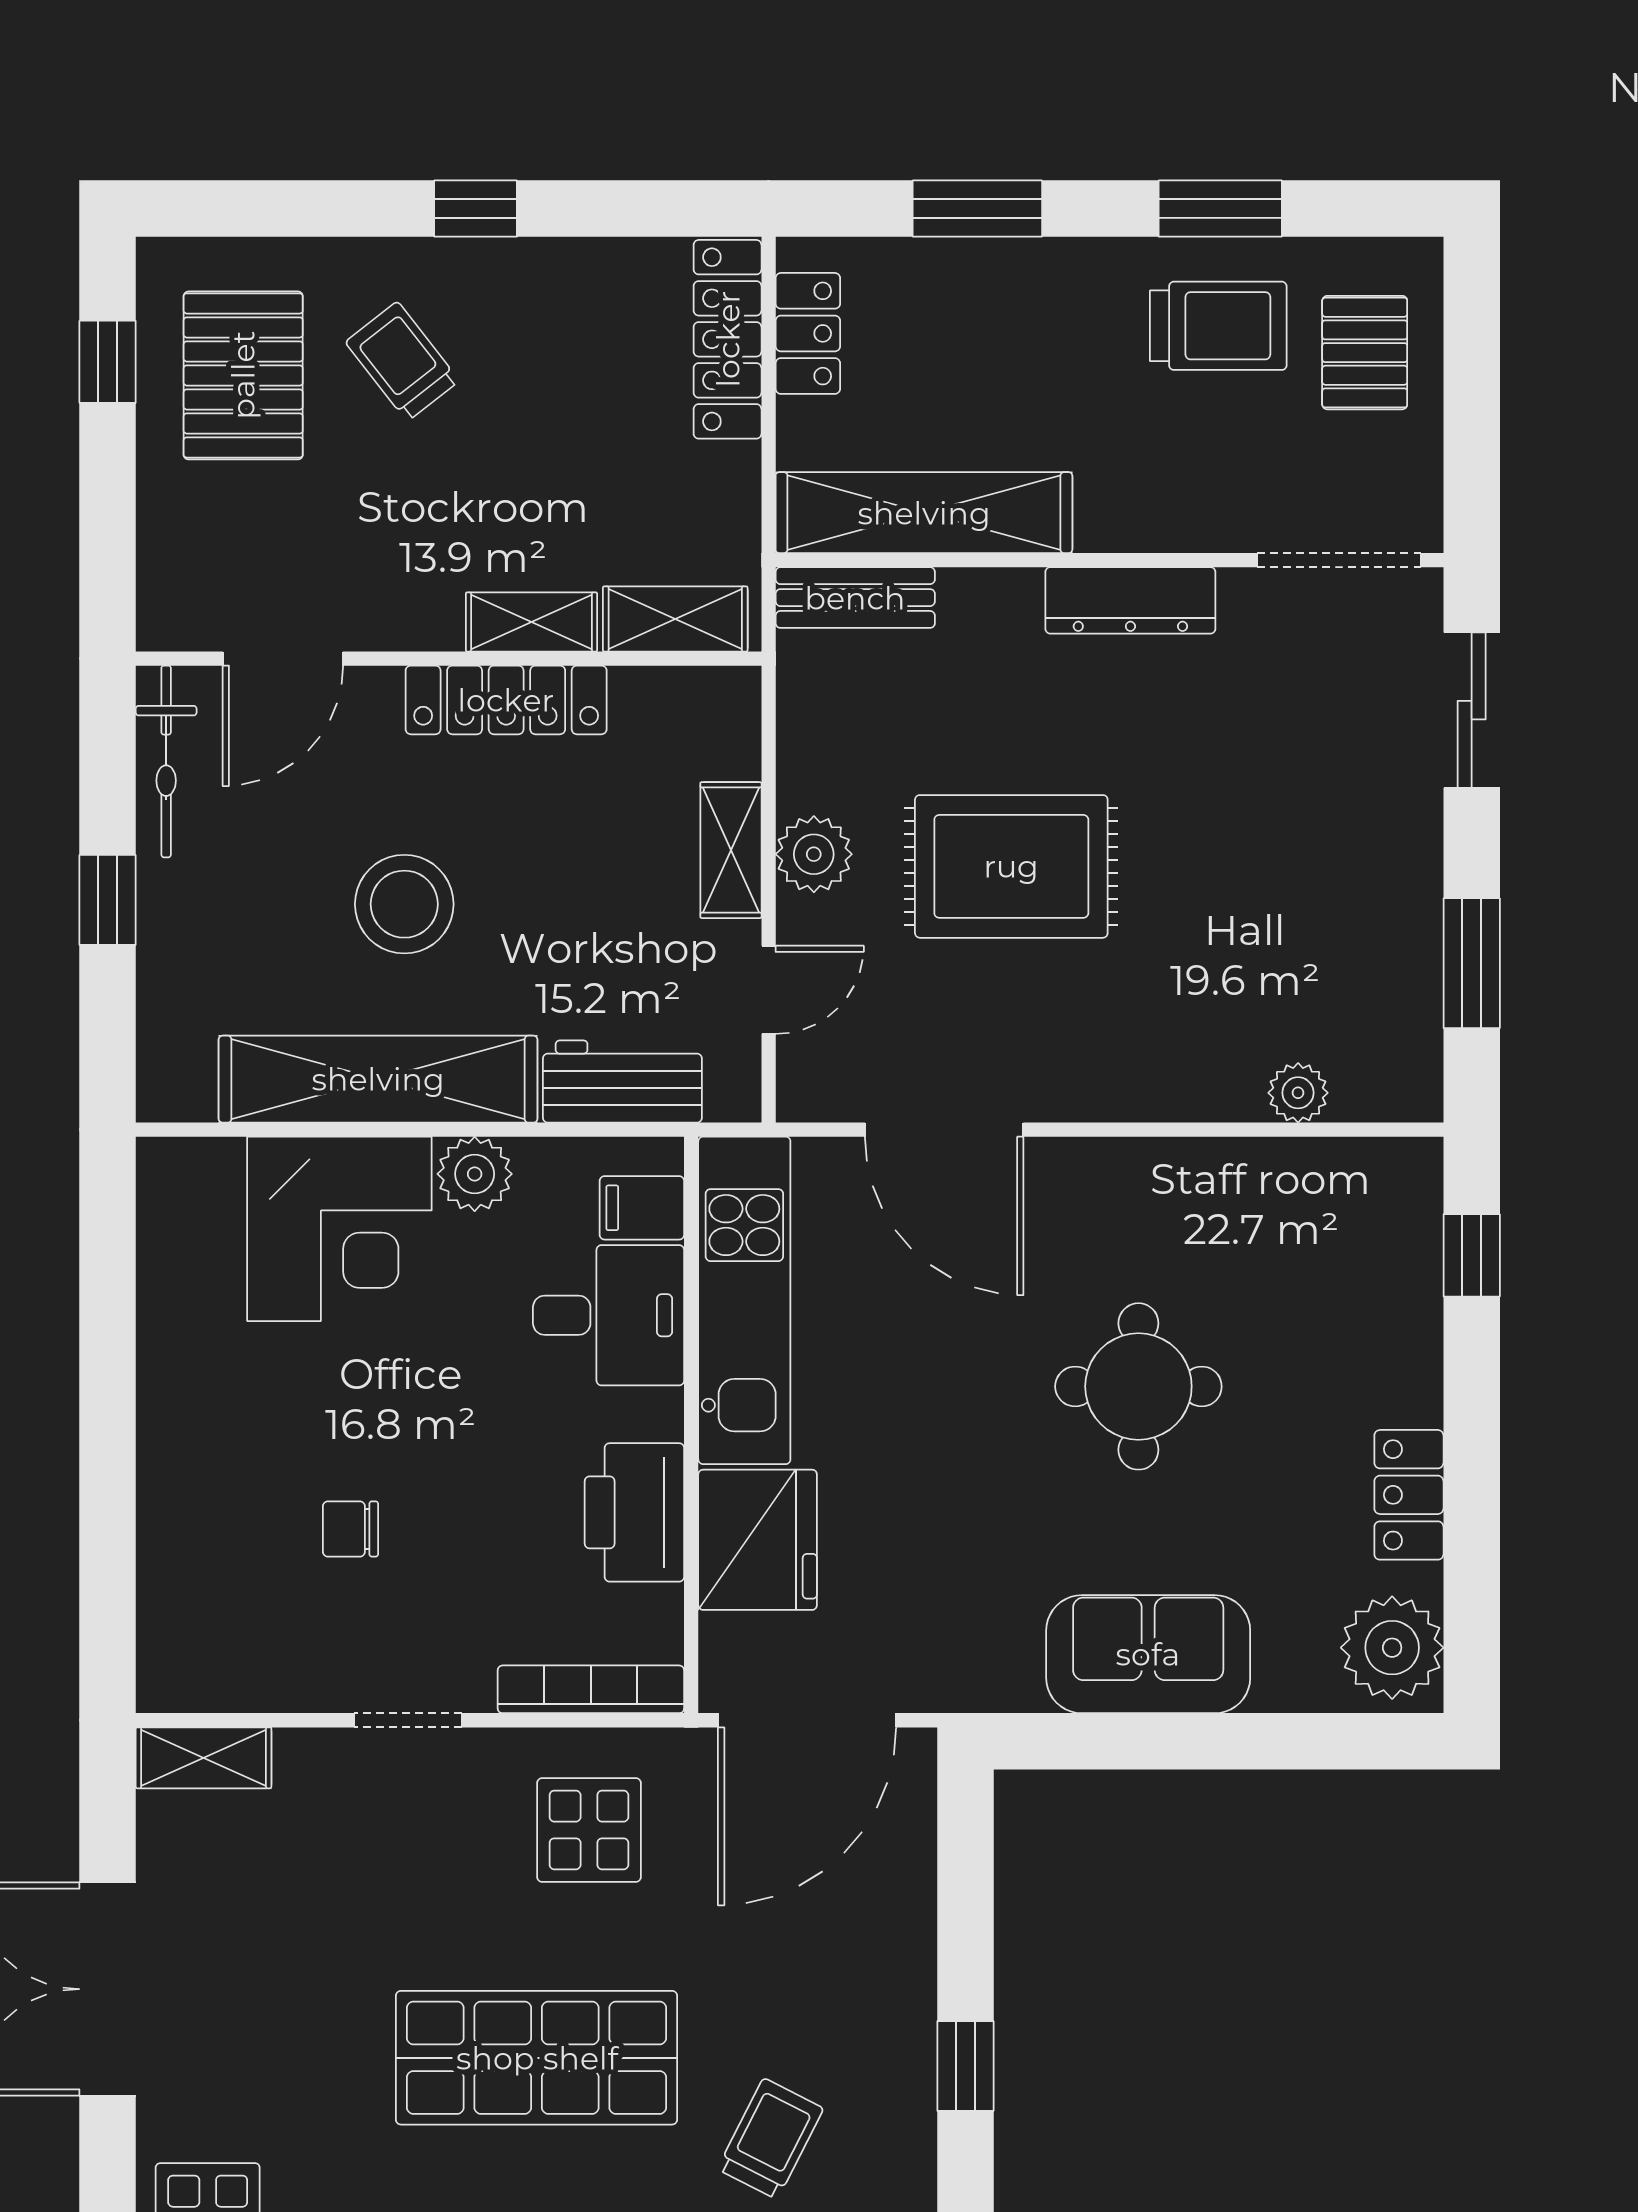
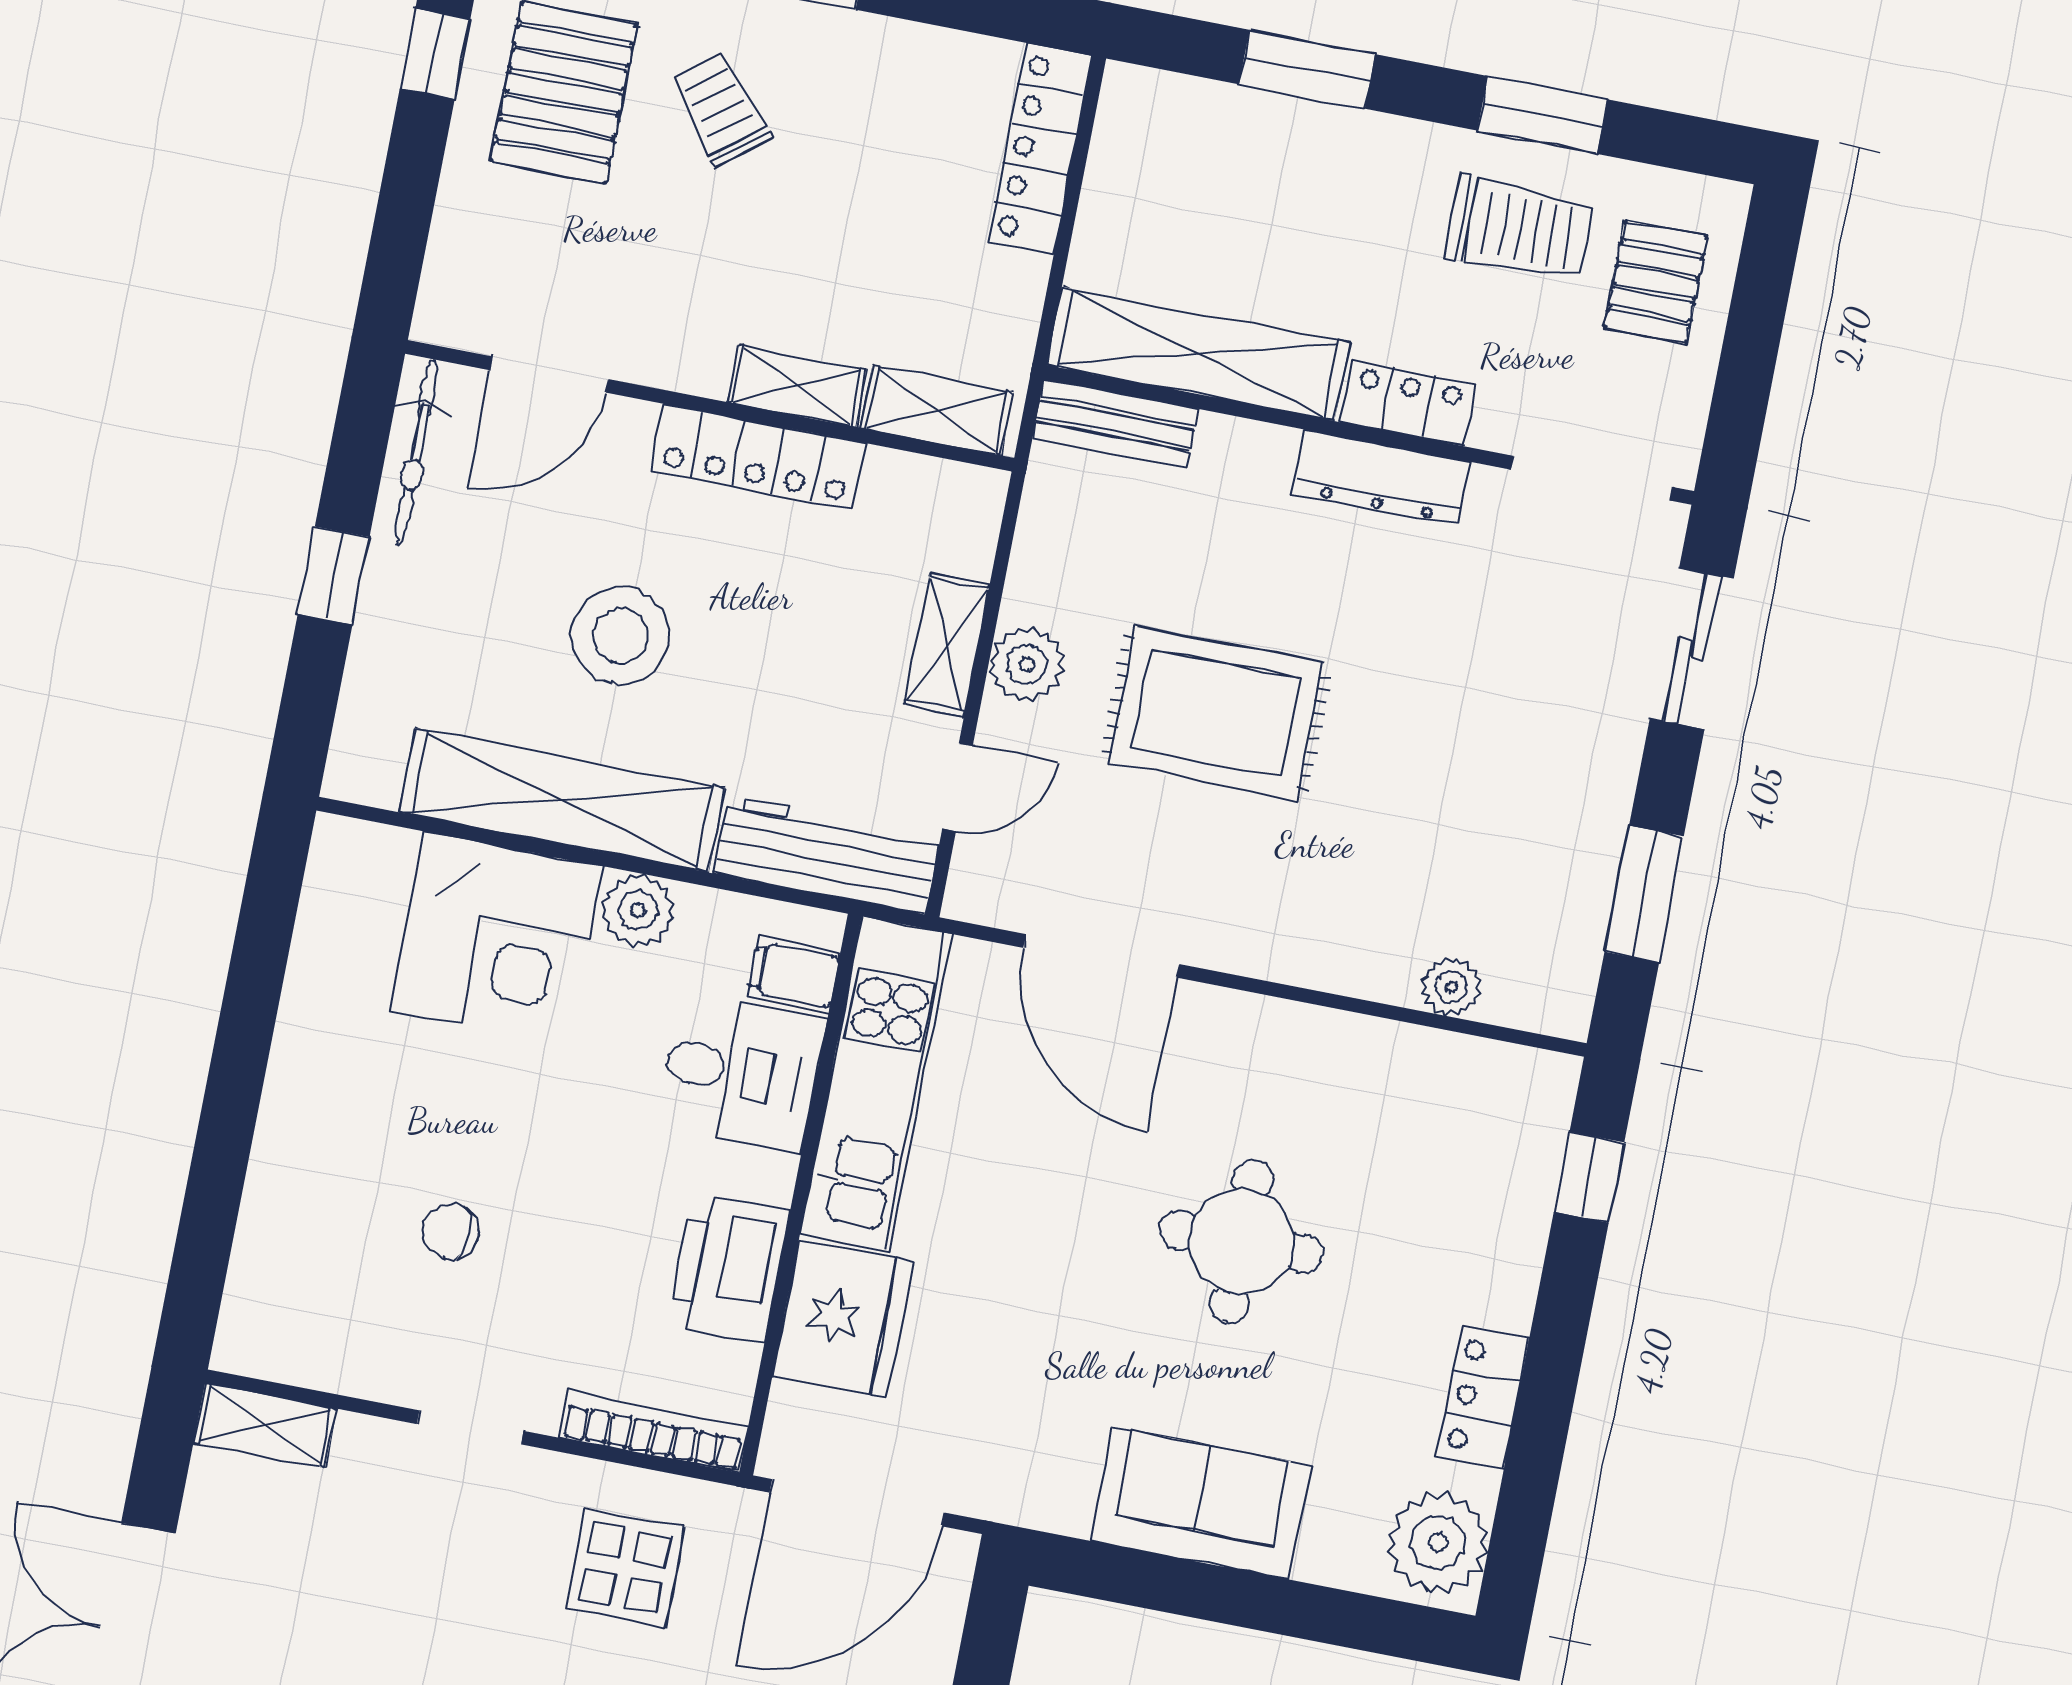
locker: (808, 333) -> (1408, 403), moved, turned -90
workbench: (622, 1082) -> (827, 854), width x1.37

